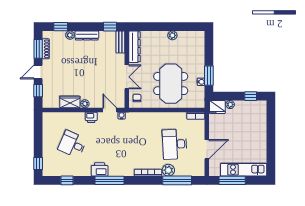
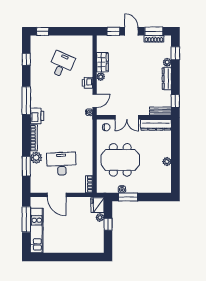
window: (251, 96) -> (108, 224), moved
printer: (100, 169) -> (37, 116), moved
window: (177, 180) -> (26, 166), width x0.69

